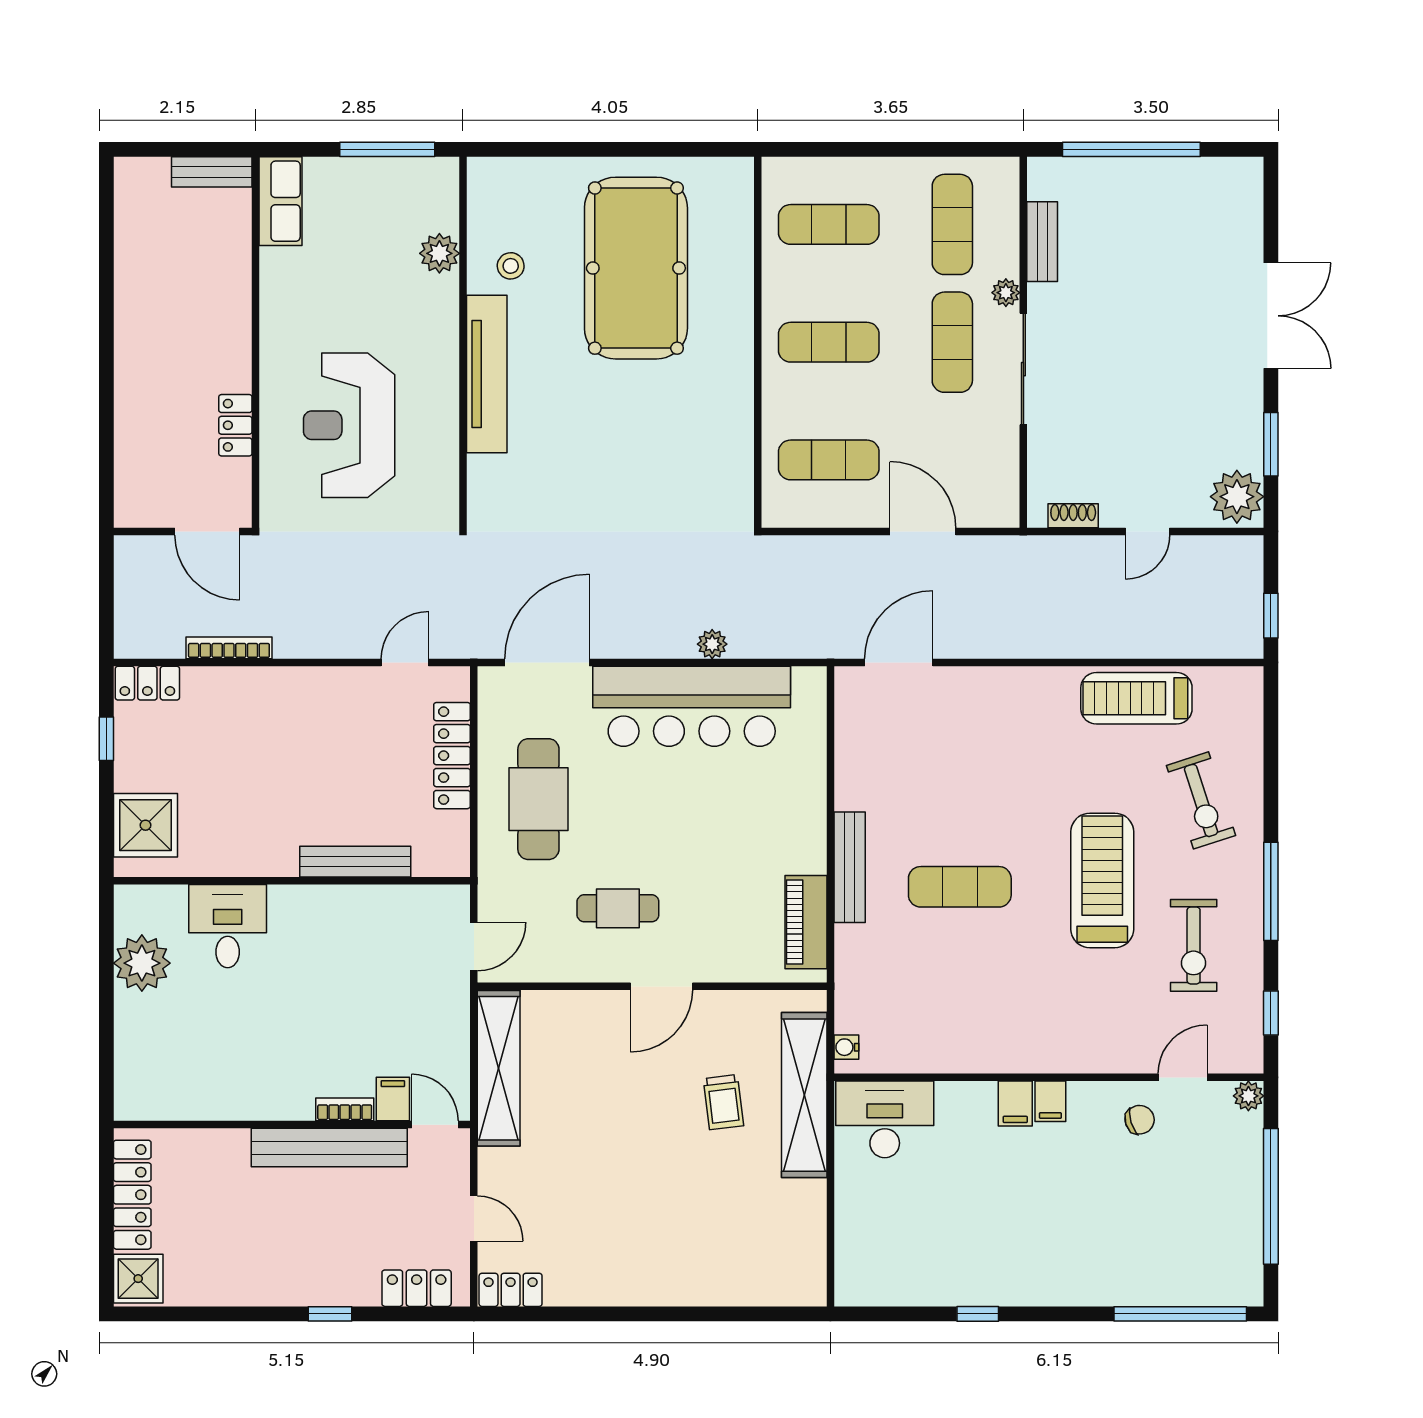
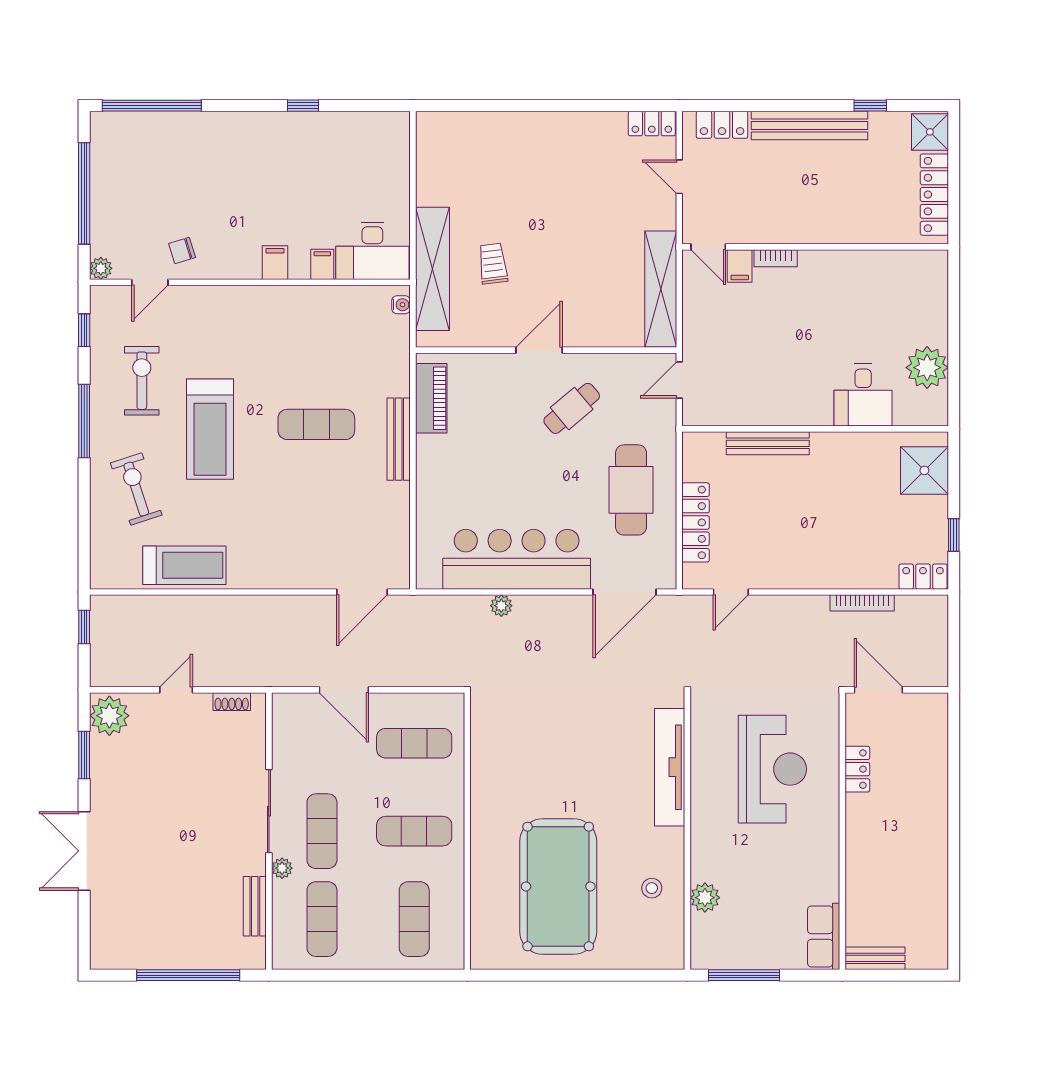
exercise mat: (829, 224) -> (414, 919), turned 90
tv unit: (487, 374) -> (670, 767), moved
cafe table: (618, 908) -> (572, 408), turned -40
filing cabinet: (1050, 1101) -> (322, 264), moved
bench: (329, 1148) -> (810, 125), moved
window: (330, 1314) -> (870, 106), moved

